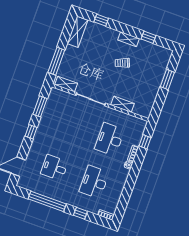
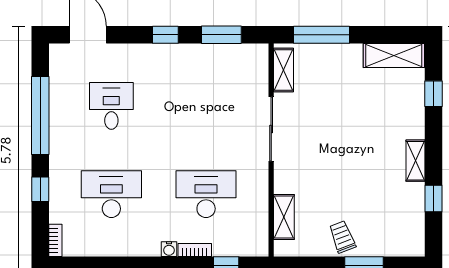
trolley: (122, 63) -> (342, 237), moved
shelving: (123, 104) -> (284, 217), moved

